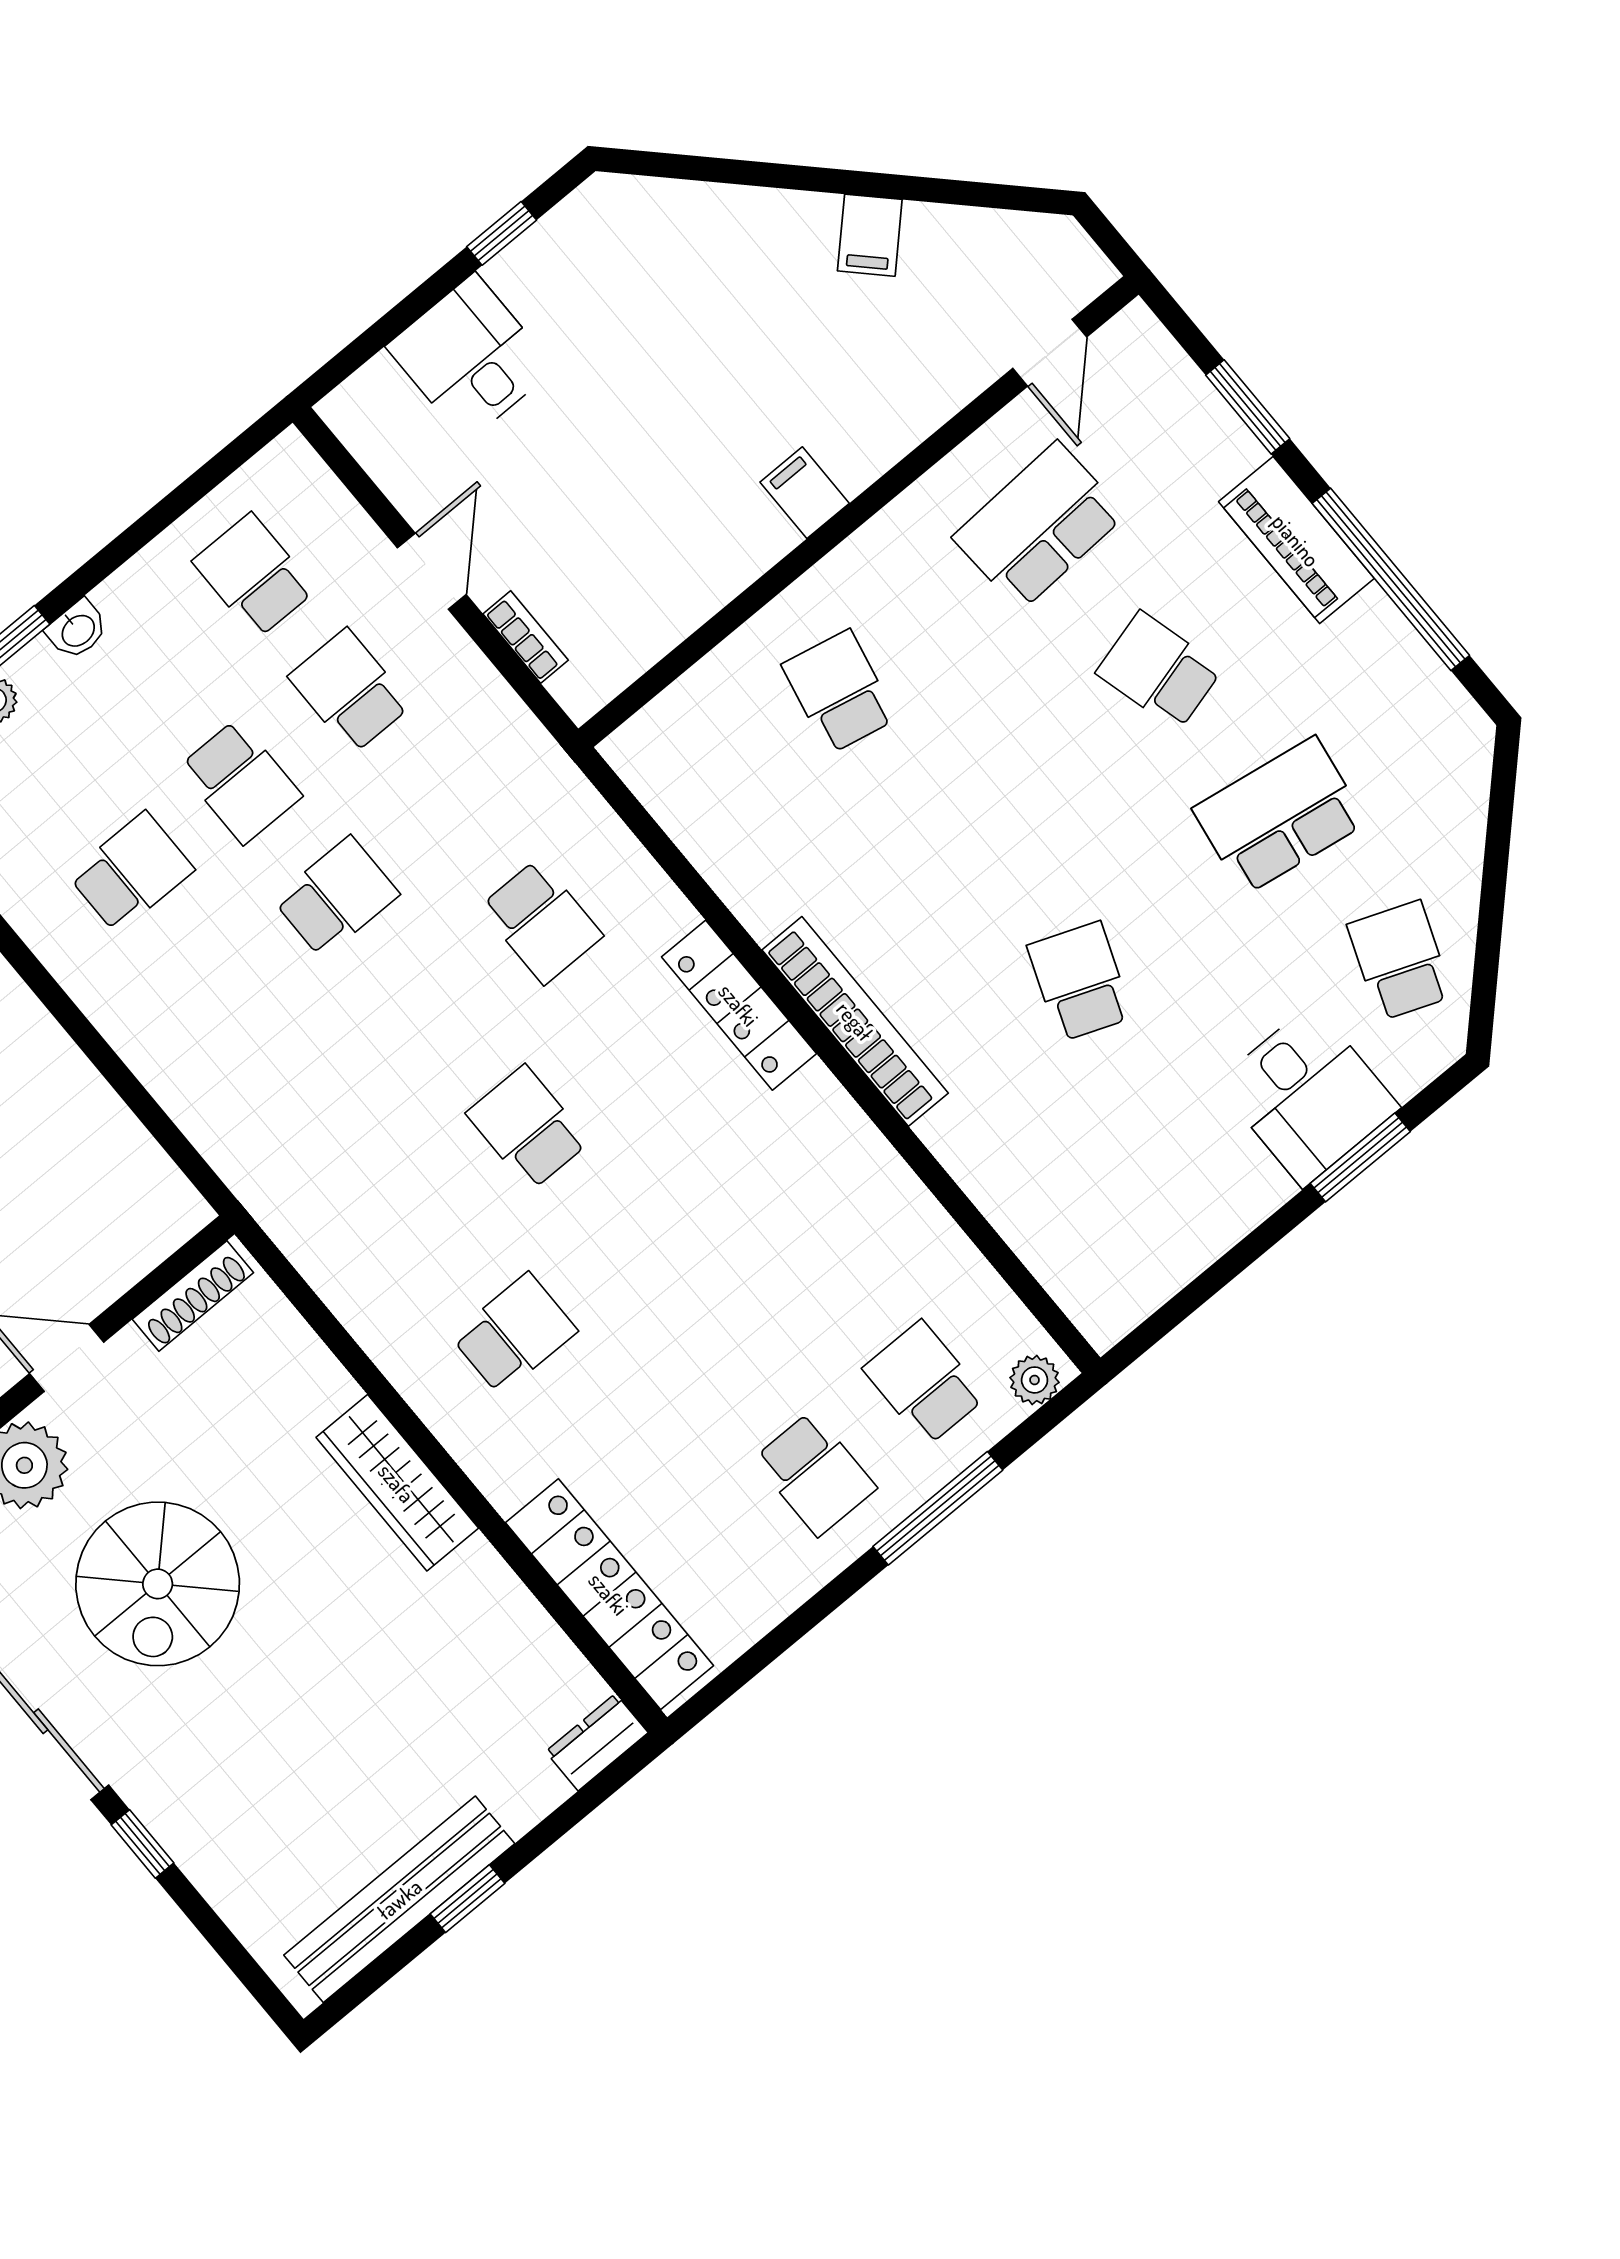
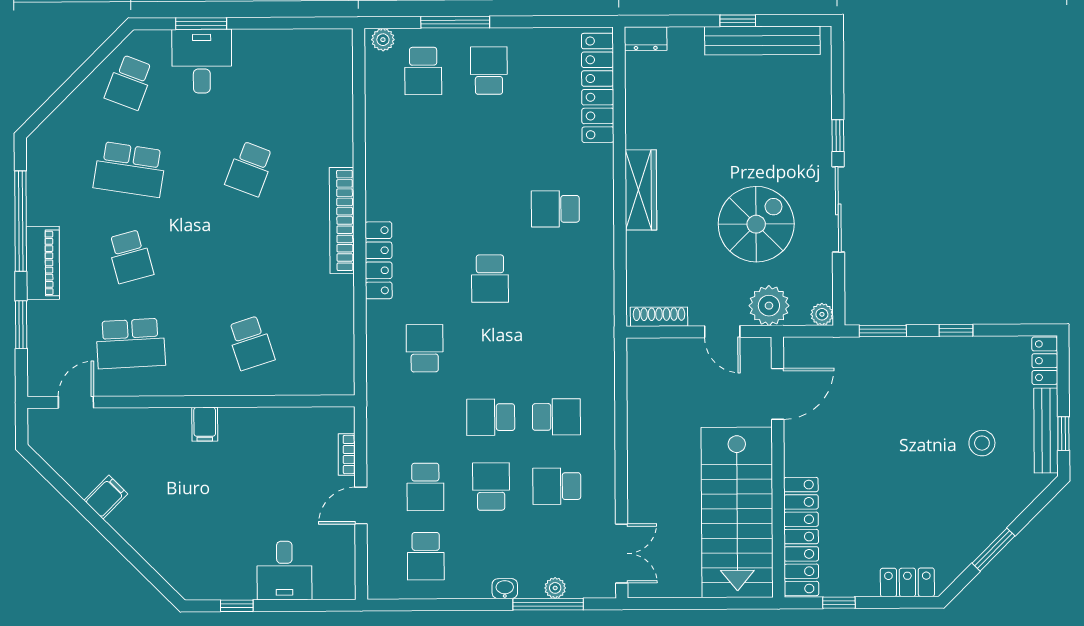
school desk: (839, 692) -> (251, 343), turned -30
school desk: (227, 988) -> (556, 417), added

